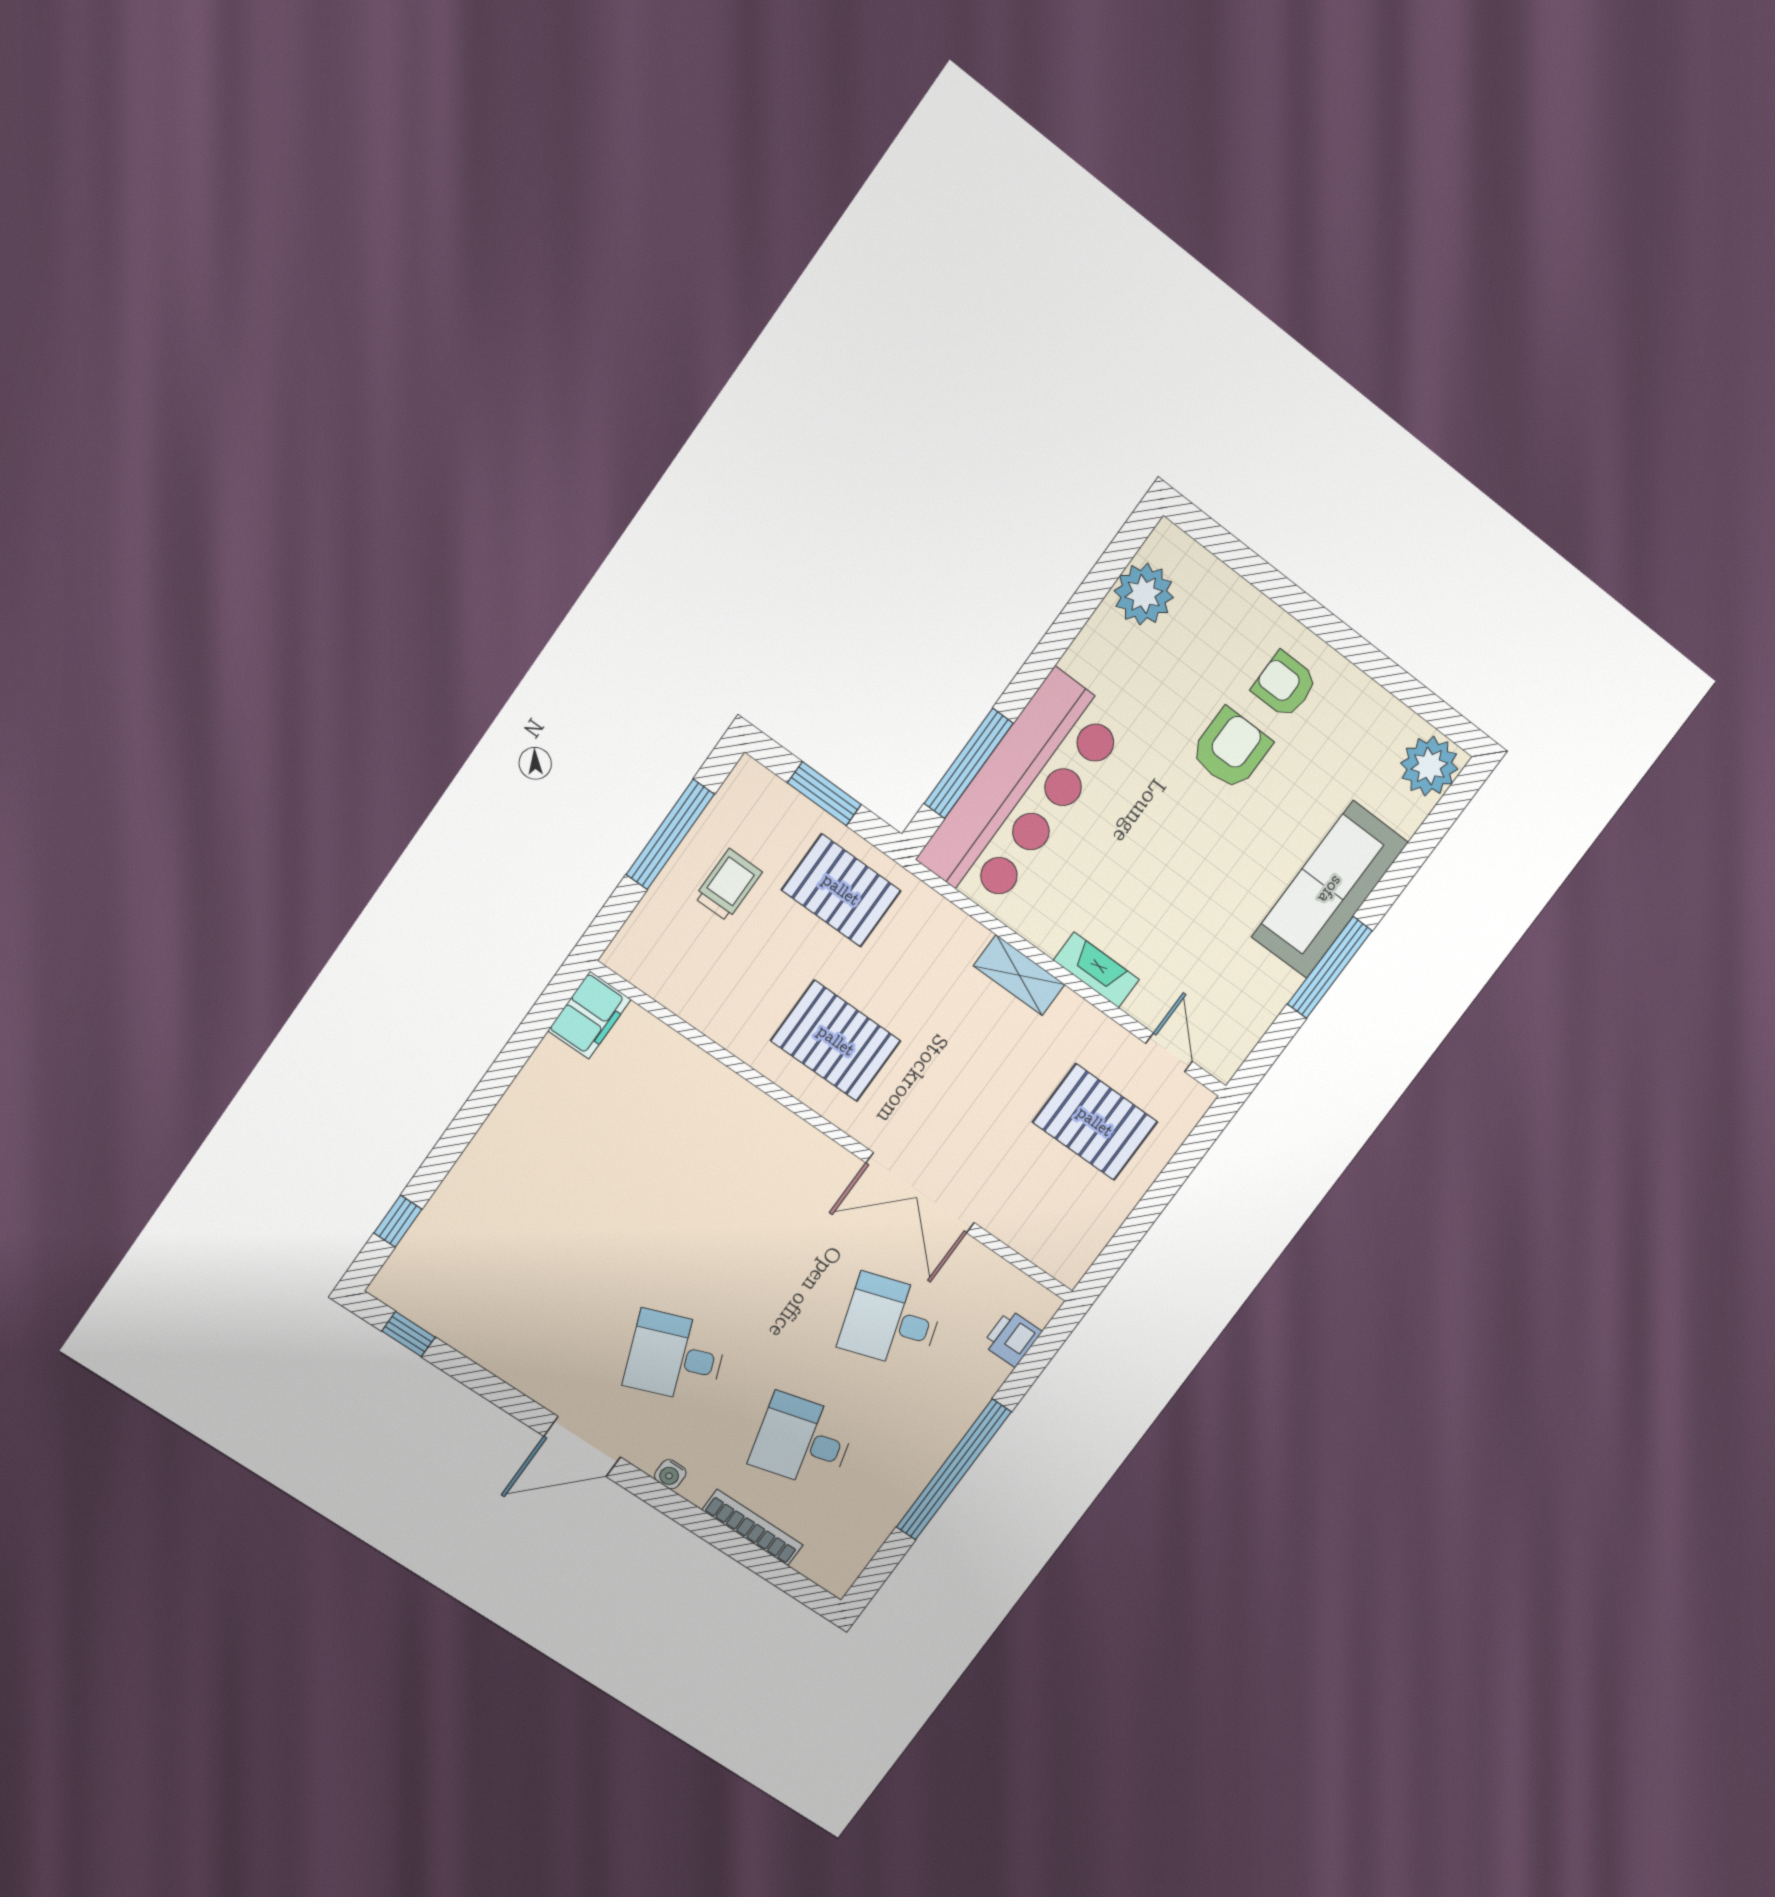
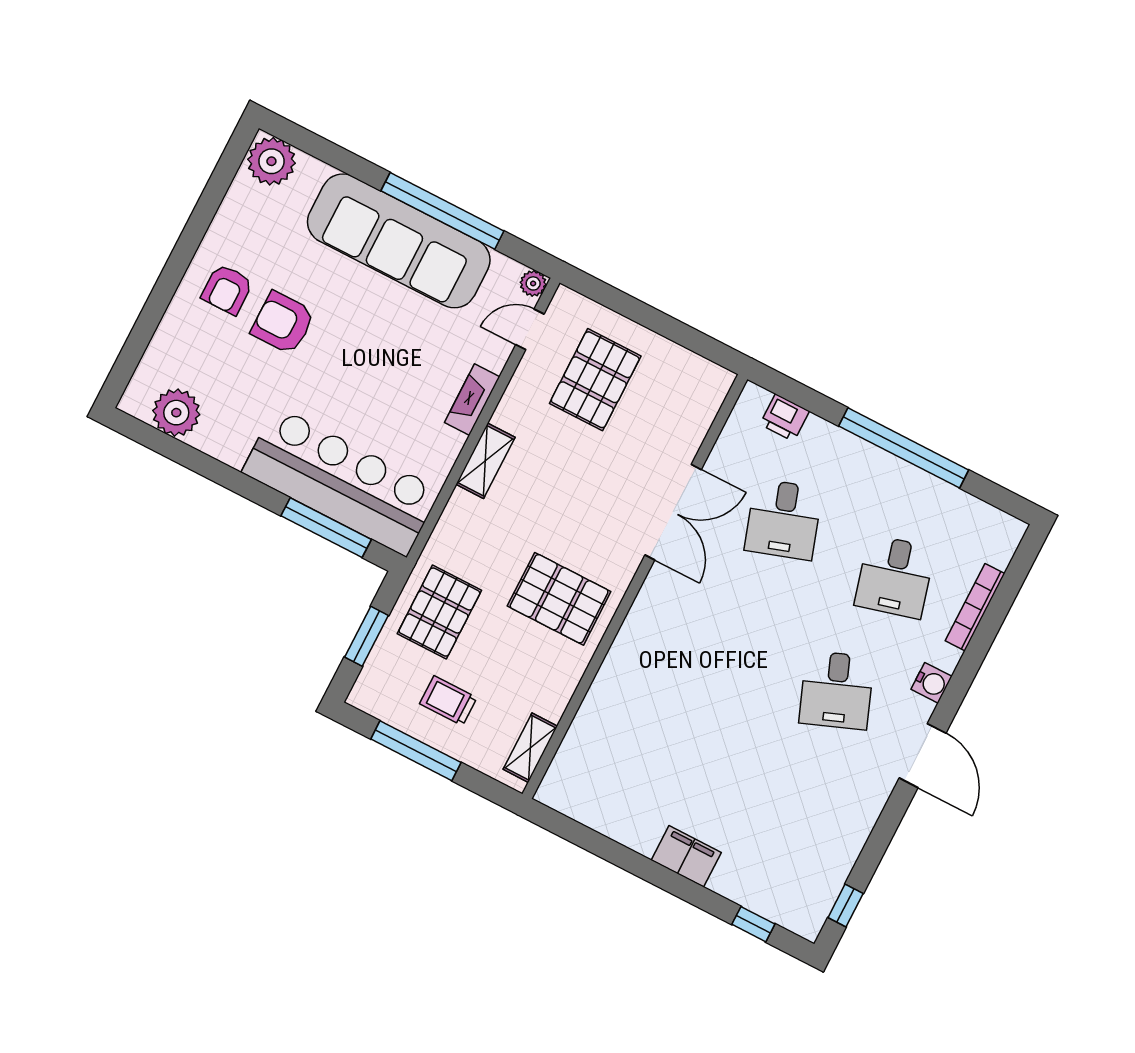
sofa: (1330, 890) -> (399, 241), width x1.36, depth x1.27
window: (1330, 967) -> (442, 211), width x1.46
shelving: (655, 979) -> (530, 748), added
filing cabinet: (589, 1015) -> (686, 856), moved
pallet: (836, 1041) -> (559, 599), turned 90
plant: (1223, 1064) -> (533, 283), added
water cooler: (670, 1474) -> (932, 683), width x1.38, depth x1.38

